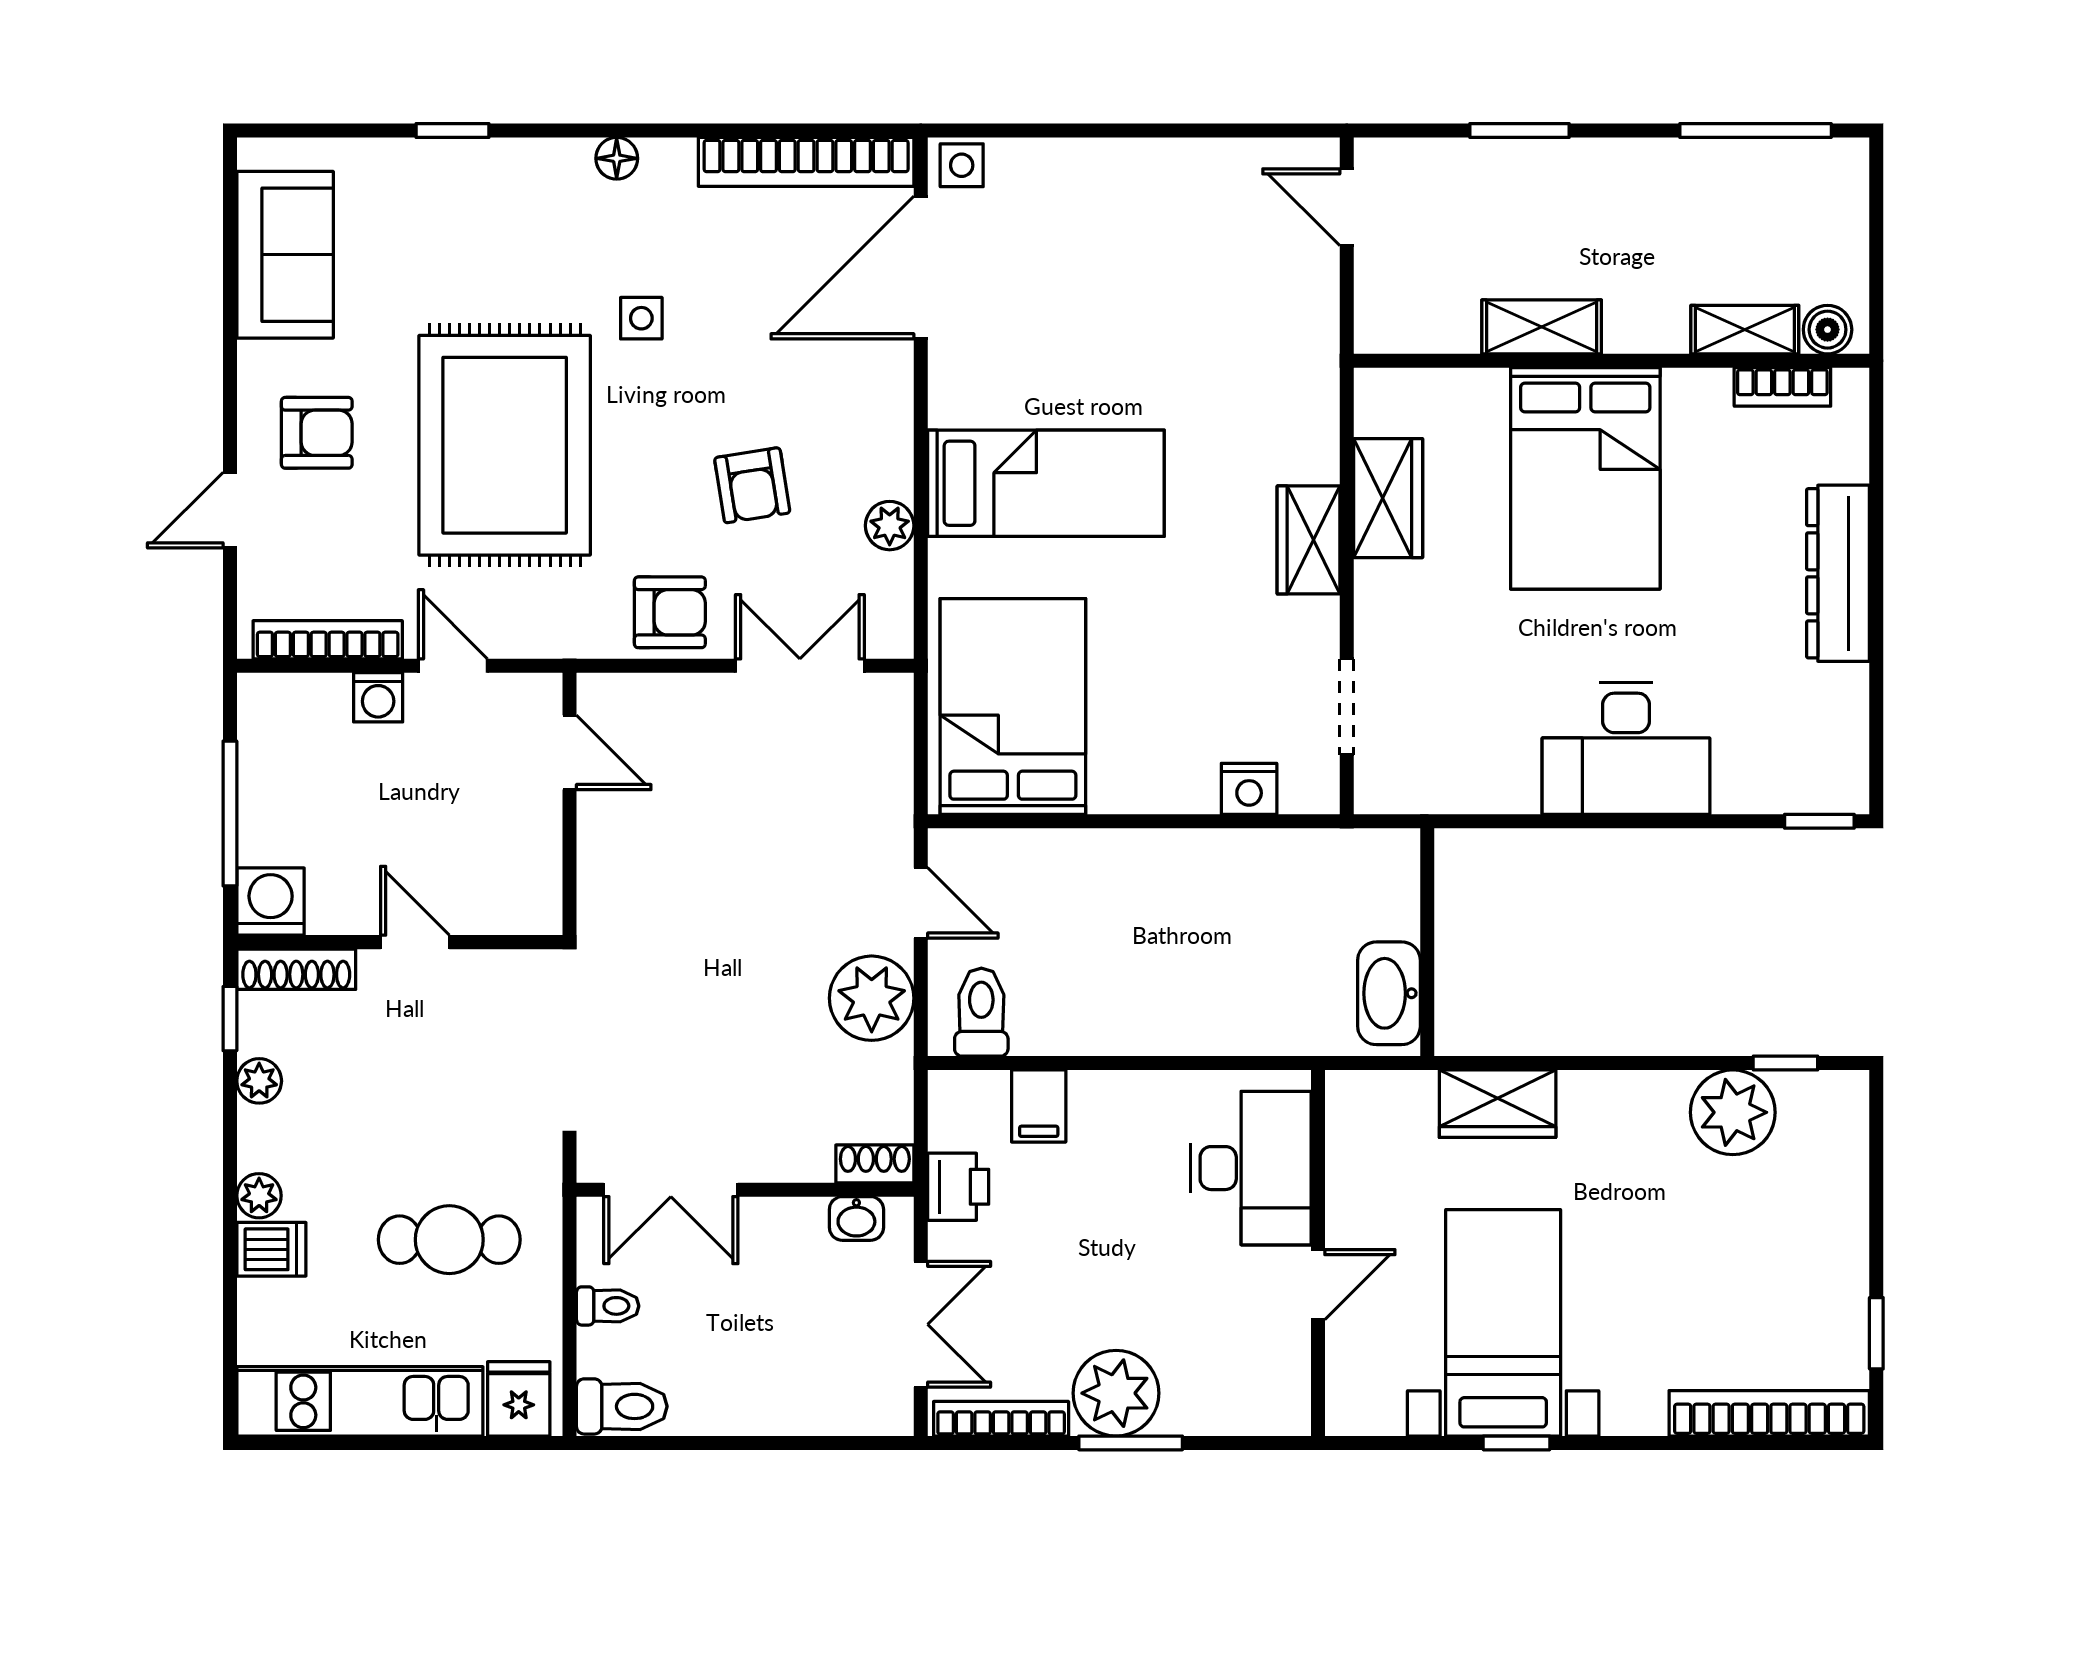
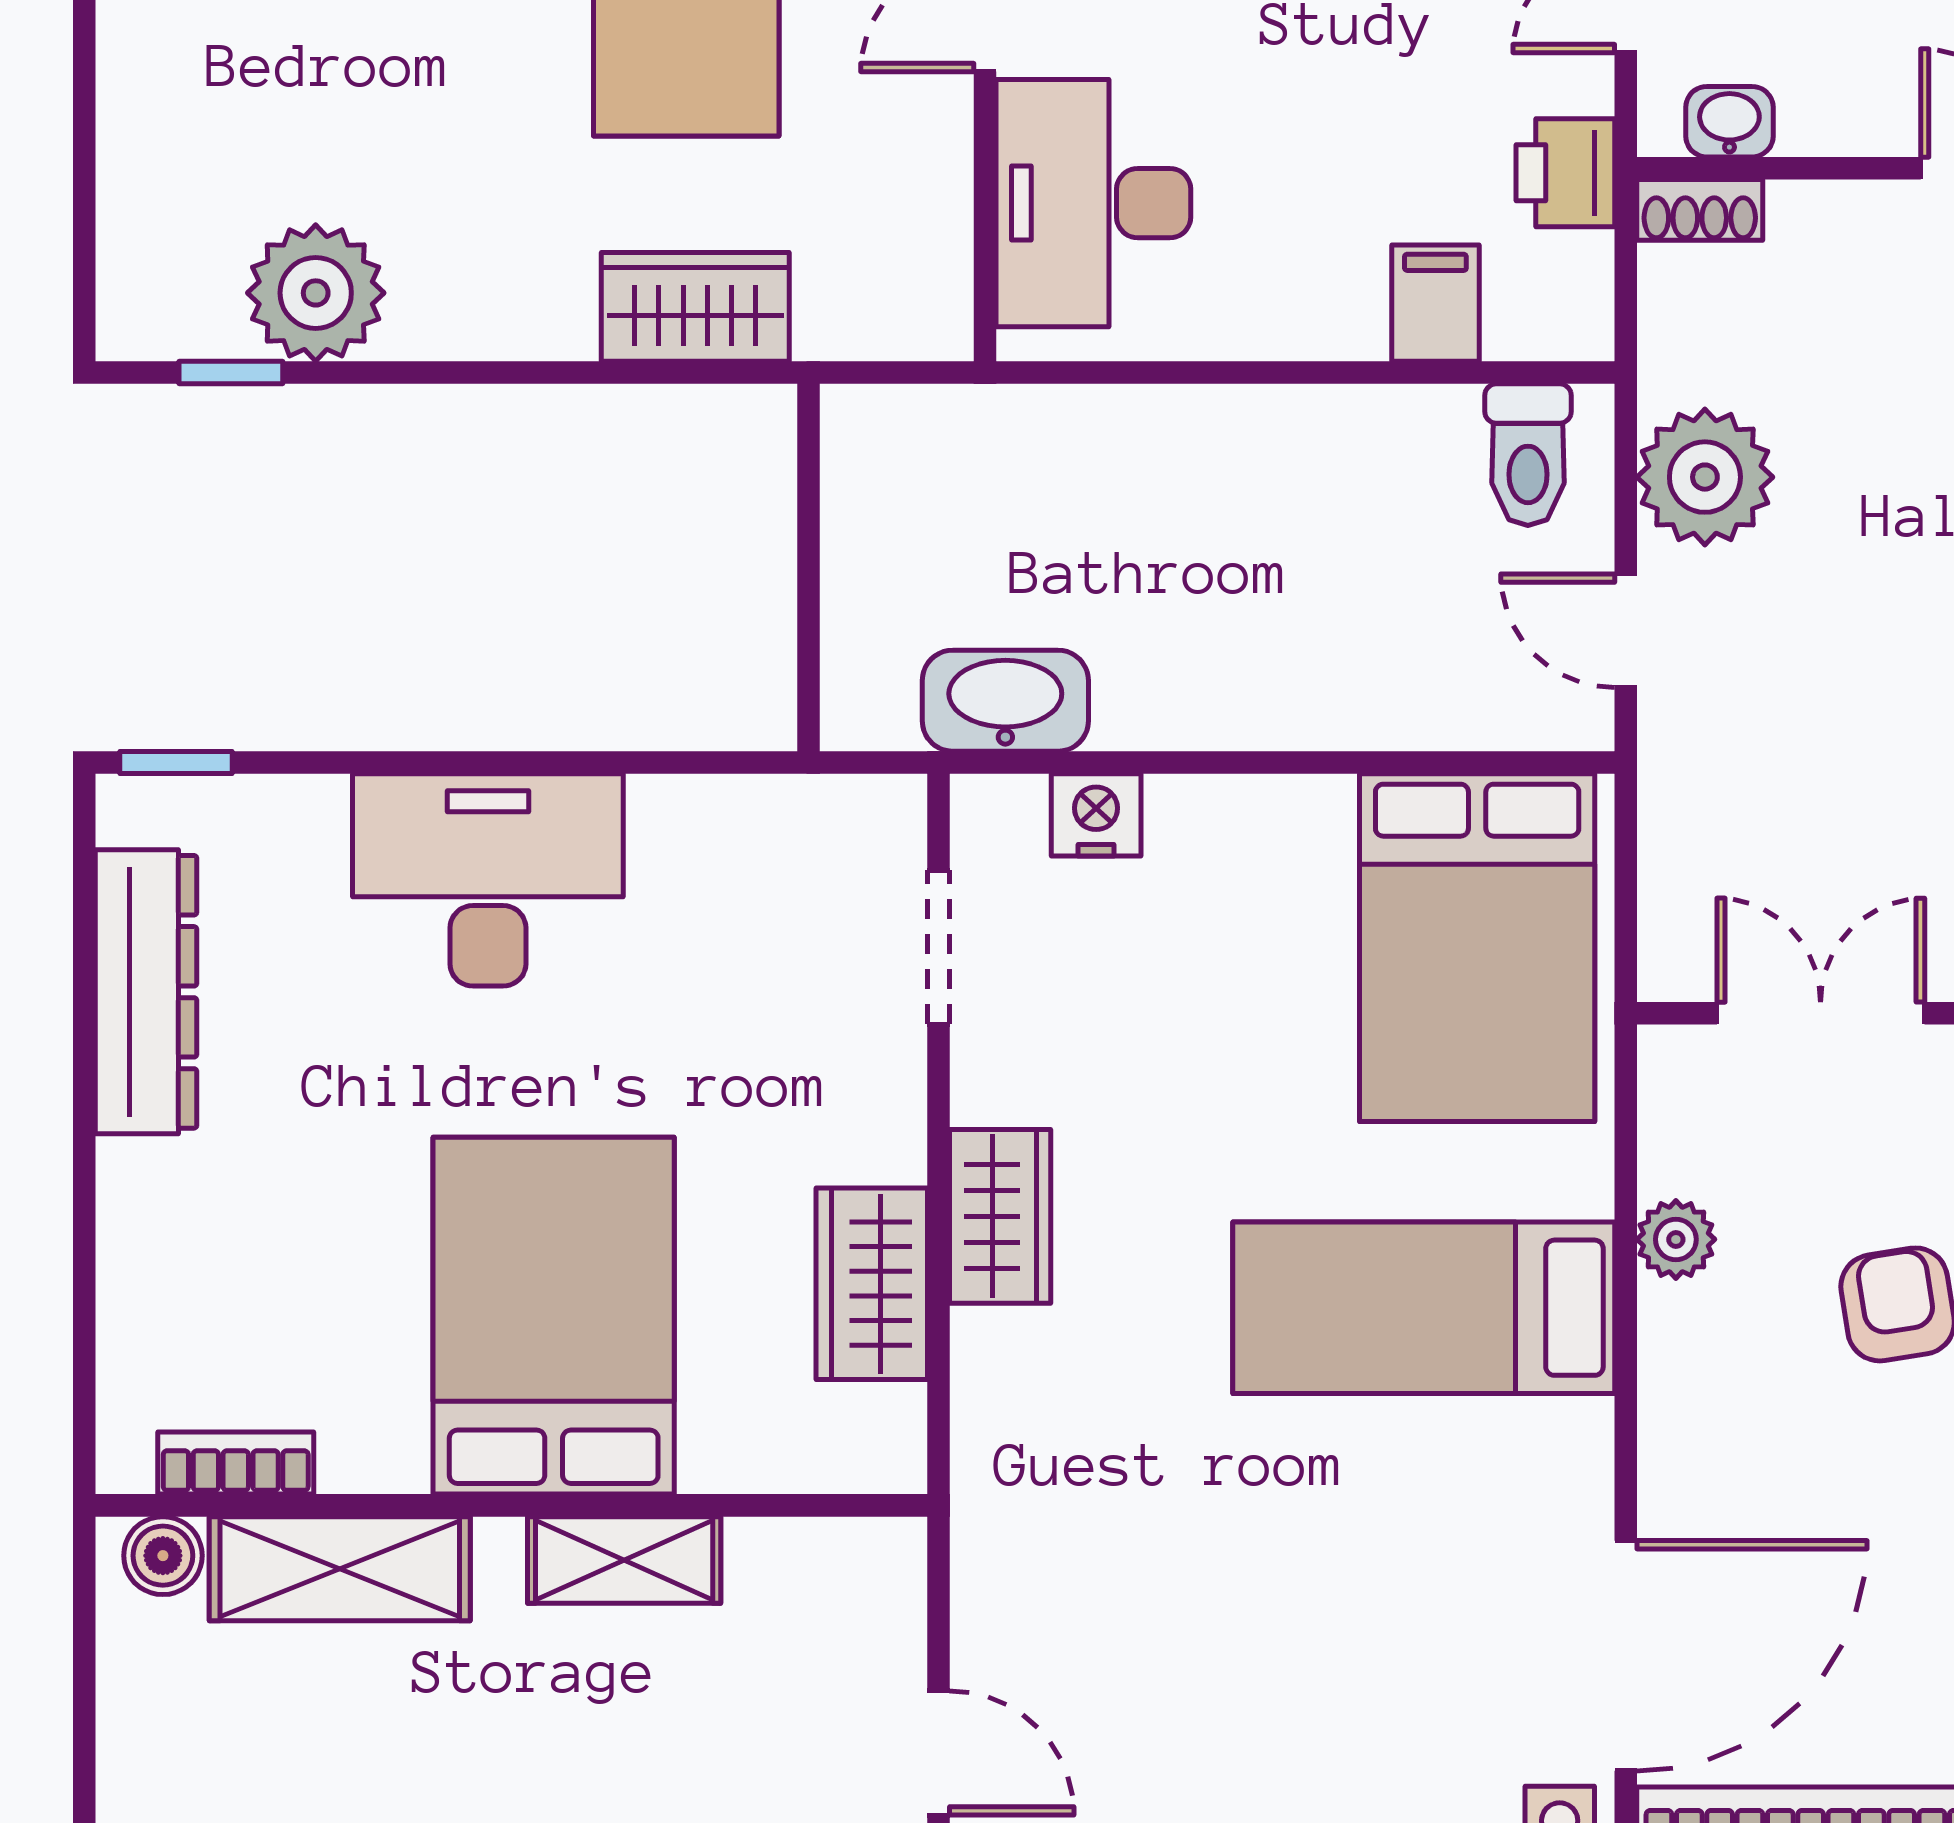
shelving: (1745, 330) -> (340, 1569), width x1.50, depth x1.33
dresser: (1838, 573) -> (146, 992), moved
double door: (800, 666) -> (1821, 1013), swing flipped
washbasin: (1389, 993) -> (1005, 701), moved, turned -90

